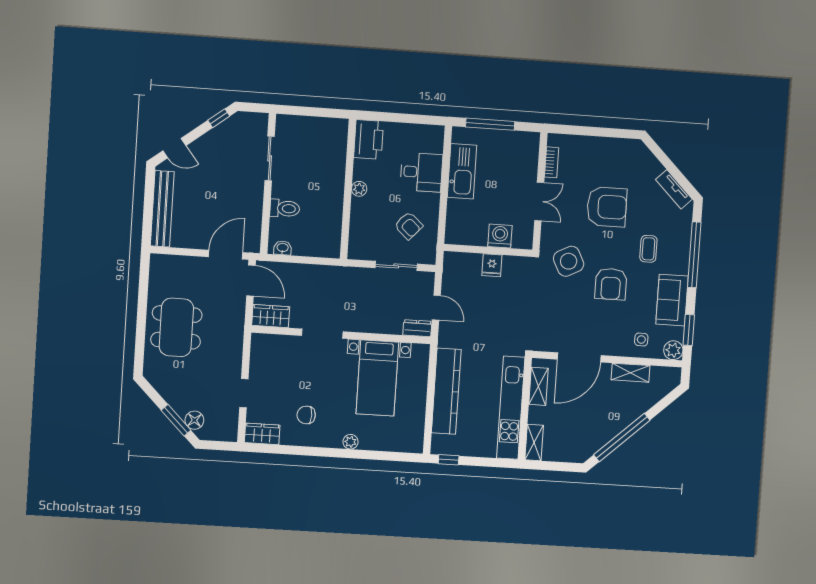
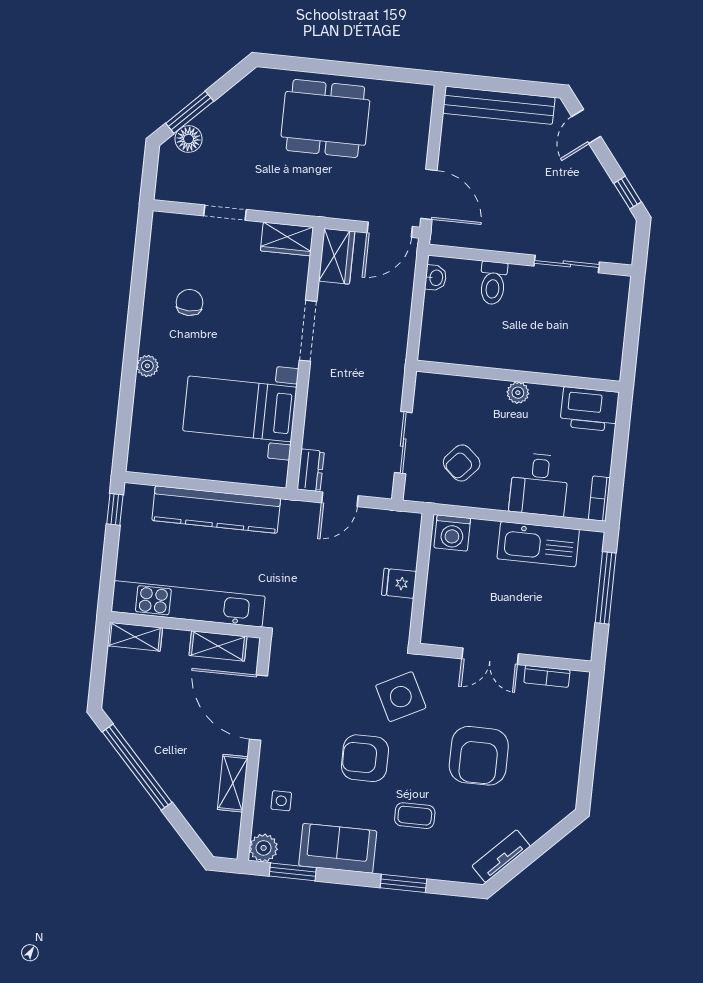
bookcase: (429, 131) -> (599, 499), added
washing machine: (500, 236) -> (452, 533), moved, turned 90
window: (694, 255) -> (403, 883), width x0.47
wardrobe: (262, 434) -> (287, 239), moved, turned 90

